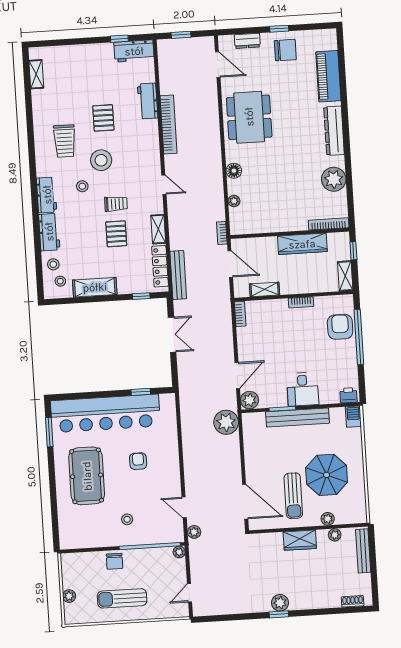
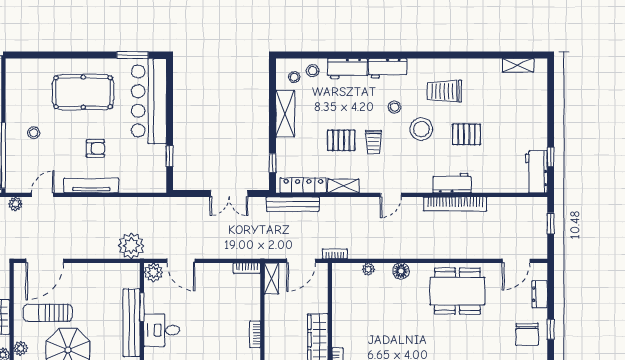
workbench: (148, 101) -> (452, 183), moved
shelving: (265, 289) -> (271, 278), moved
bar counter: (105, 413) -> (149, 101), width x0.73
tv unit: (173, 463) -> (91, 185), added

